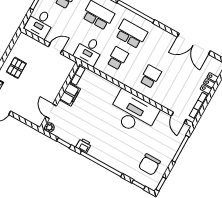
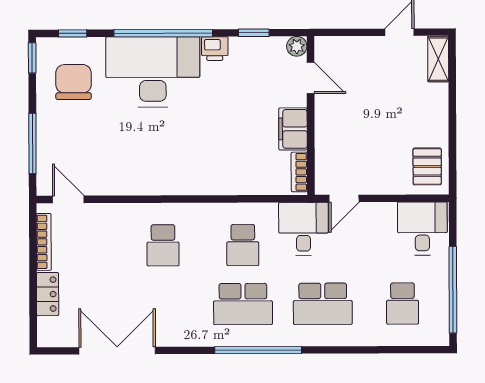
door: (55, 48) -> (344, 198), moved
pallet: (16, 68) -> (427, 166), moved
desk: (133, 113) -> (153, 72), moved, turned 180

